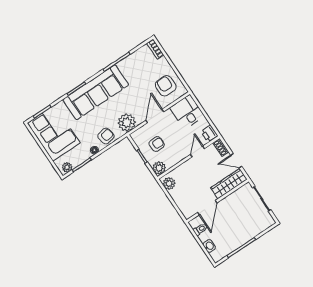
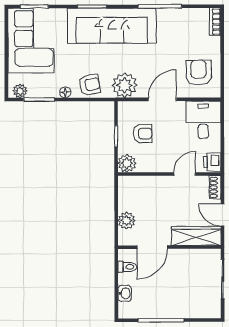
plant: (169, 183) -> (126, 220), moved

